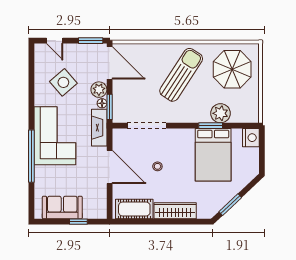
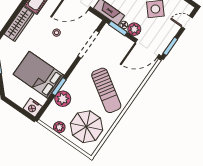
plant: (252, 97) -> (59, 127), added

